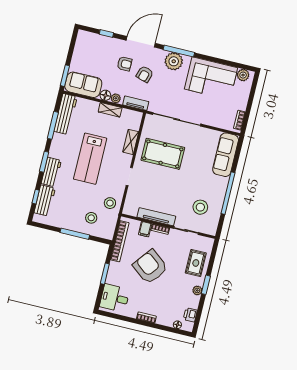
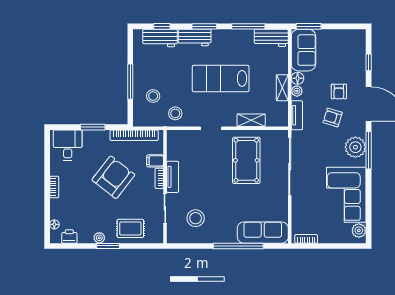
workbench: (66, 114) -> (271, 38), width x0.73
window: (228, 193) -> (238, 246), moved
tv unit: (156, 217) -> (173, 177), width x0.71

